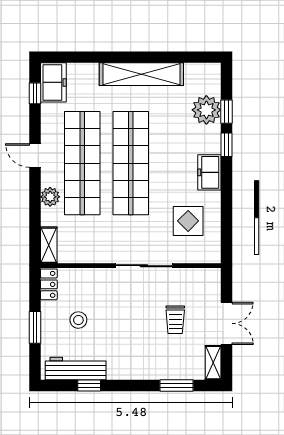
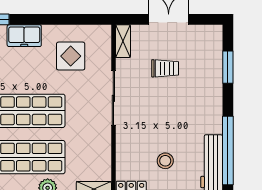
shelving: (213, 363) -> (123, 41), moved, turned 90
window: (89, 386) -> (228, 151), width x3.17

